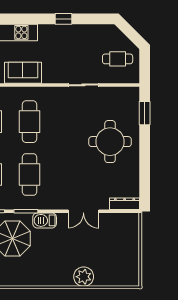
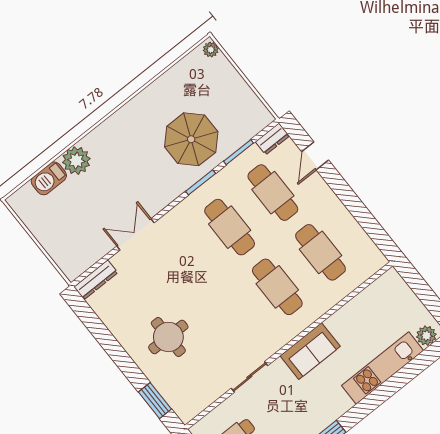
sofa: (23, 73) -> (310, 351), moved
round table: (110, 142) -> (168, 337), width x0.73, depth x0.73
barbecue: (45, 220) -> (49, 178), moved, turned 180

